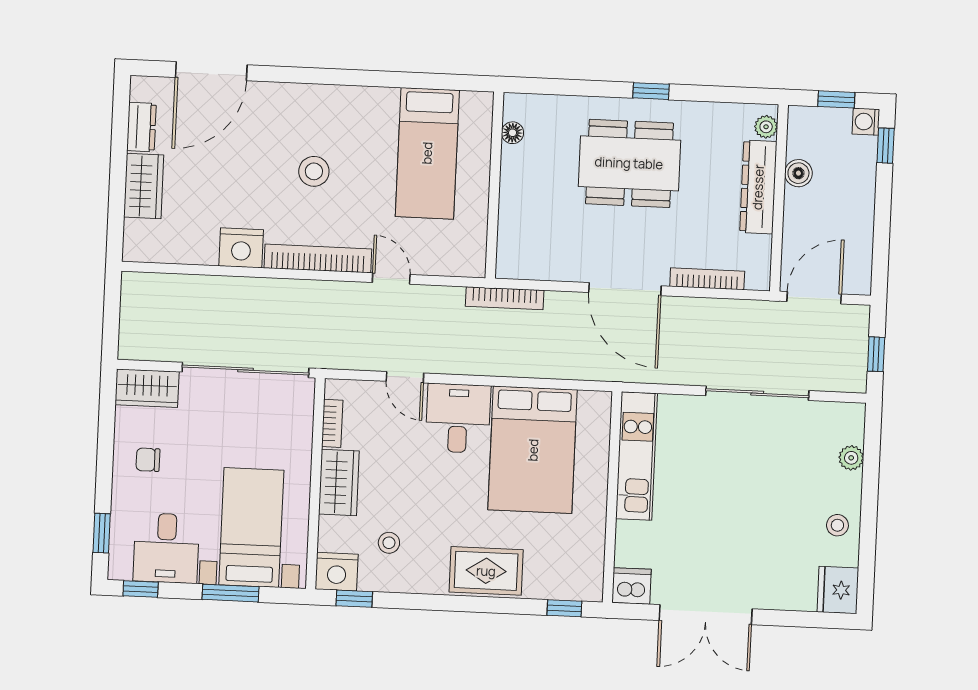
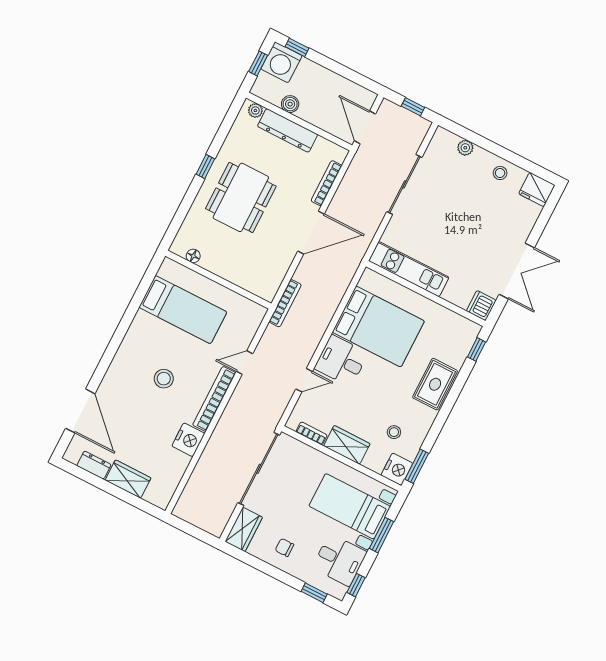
washing machine: (866, 122) -> (281, 62), width x1.89, depth x1.89
chair: (148, 460) -> (284, 547), turned 90
window: (354, 599) -> (417, 466), width x1.50

